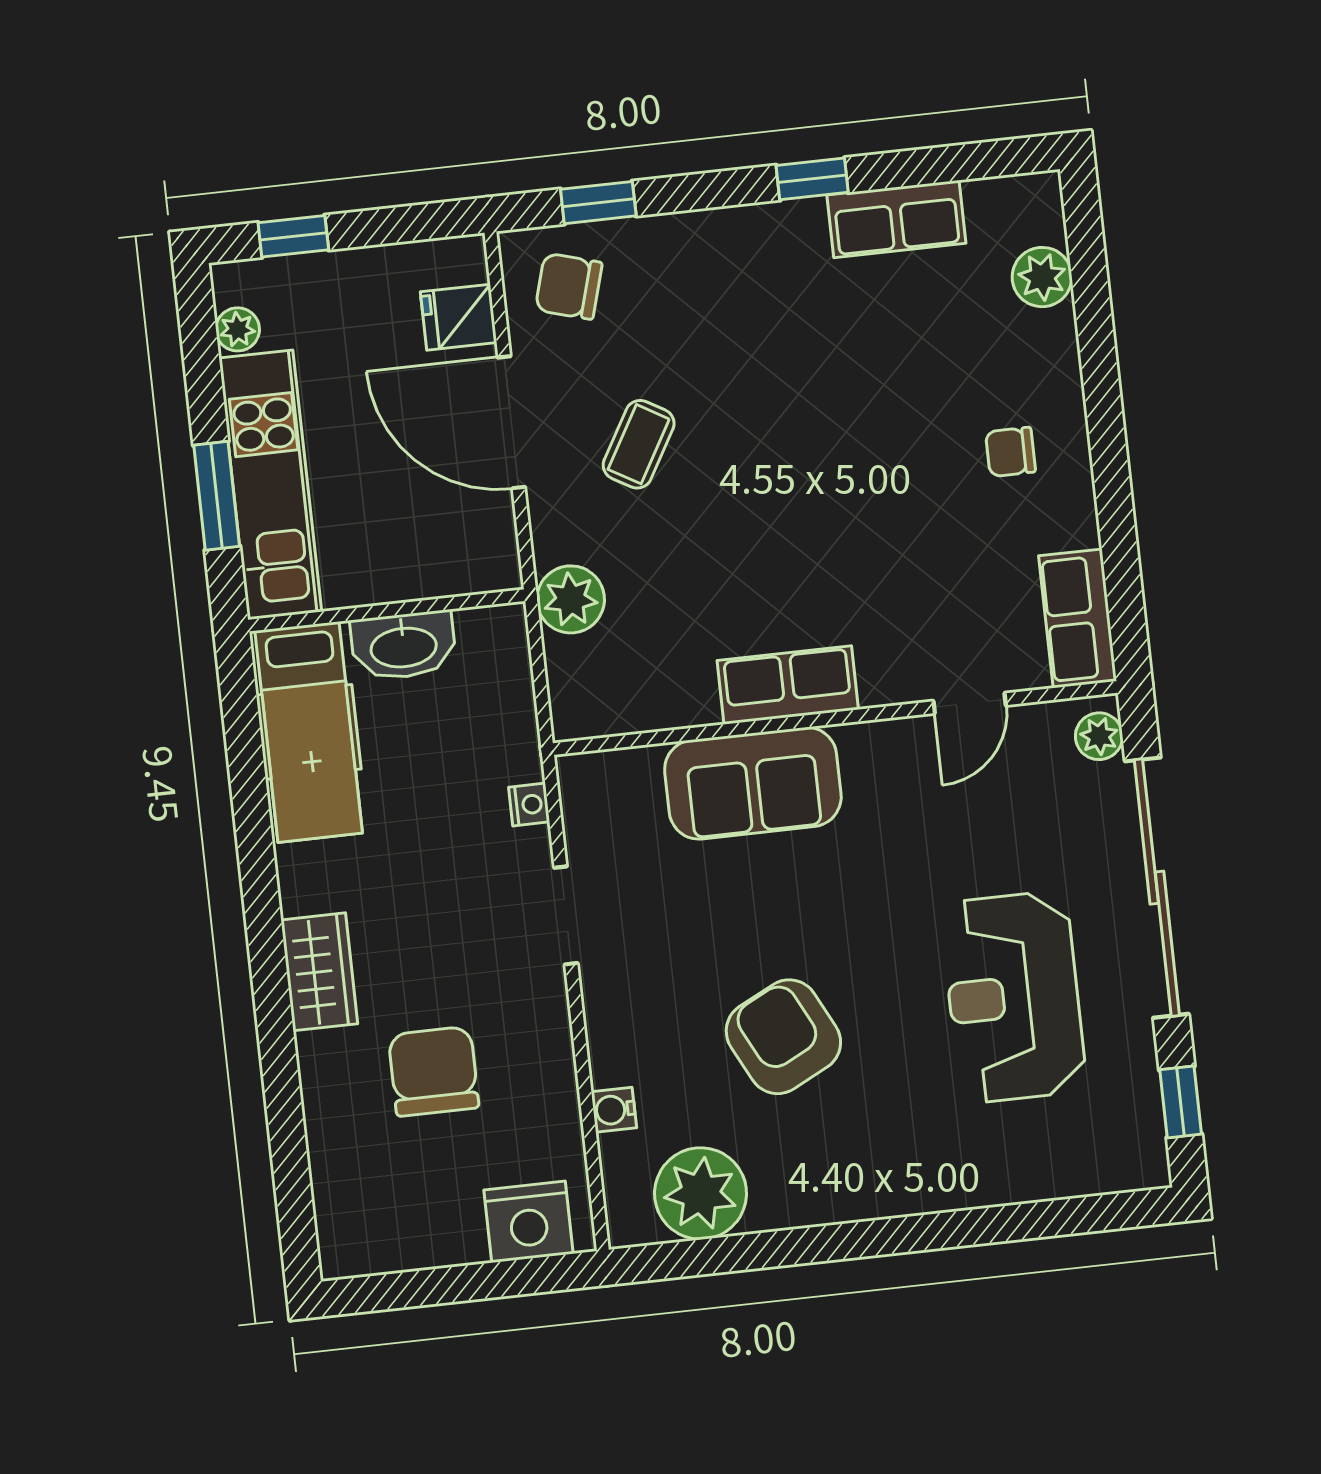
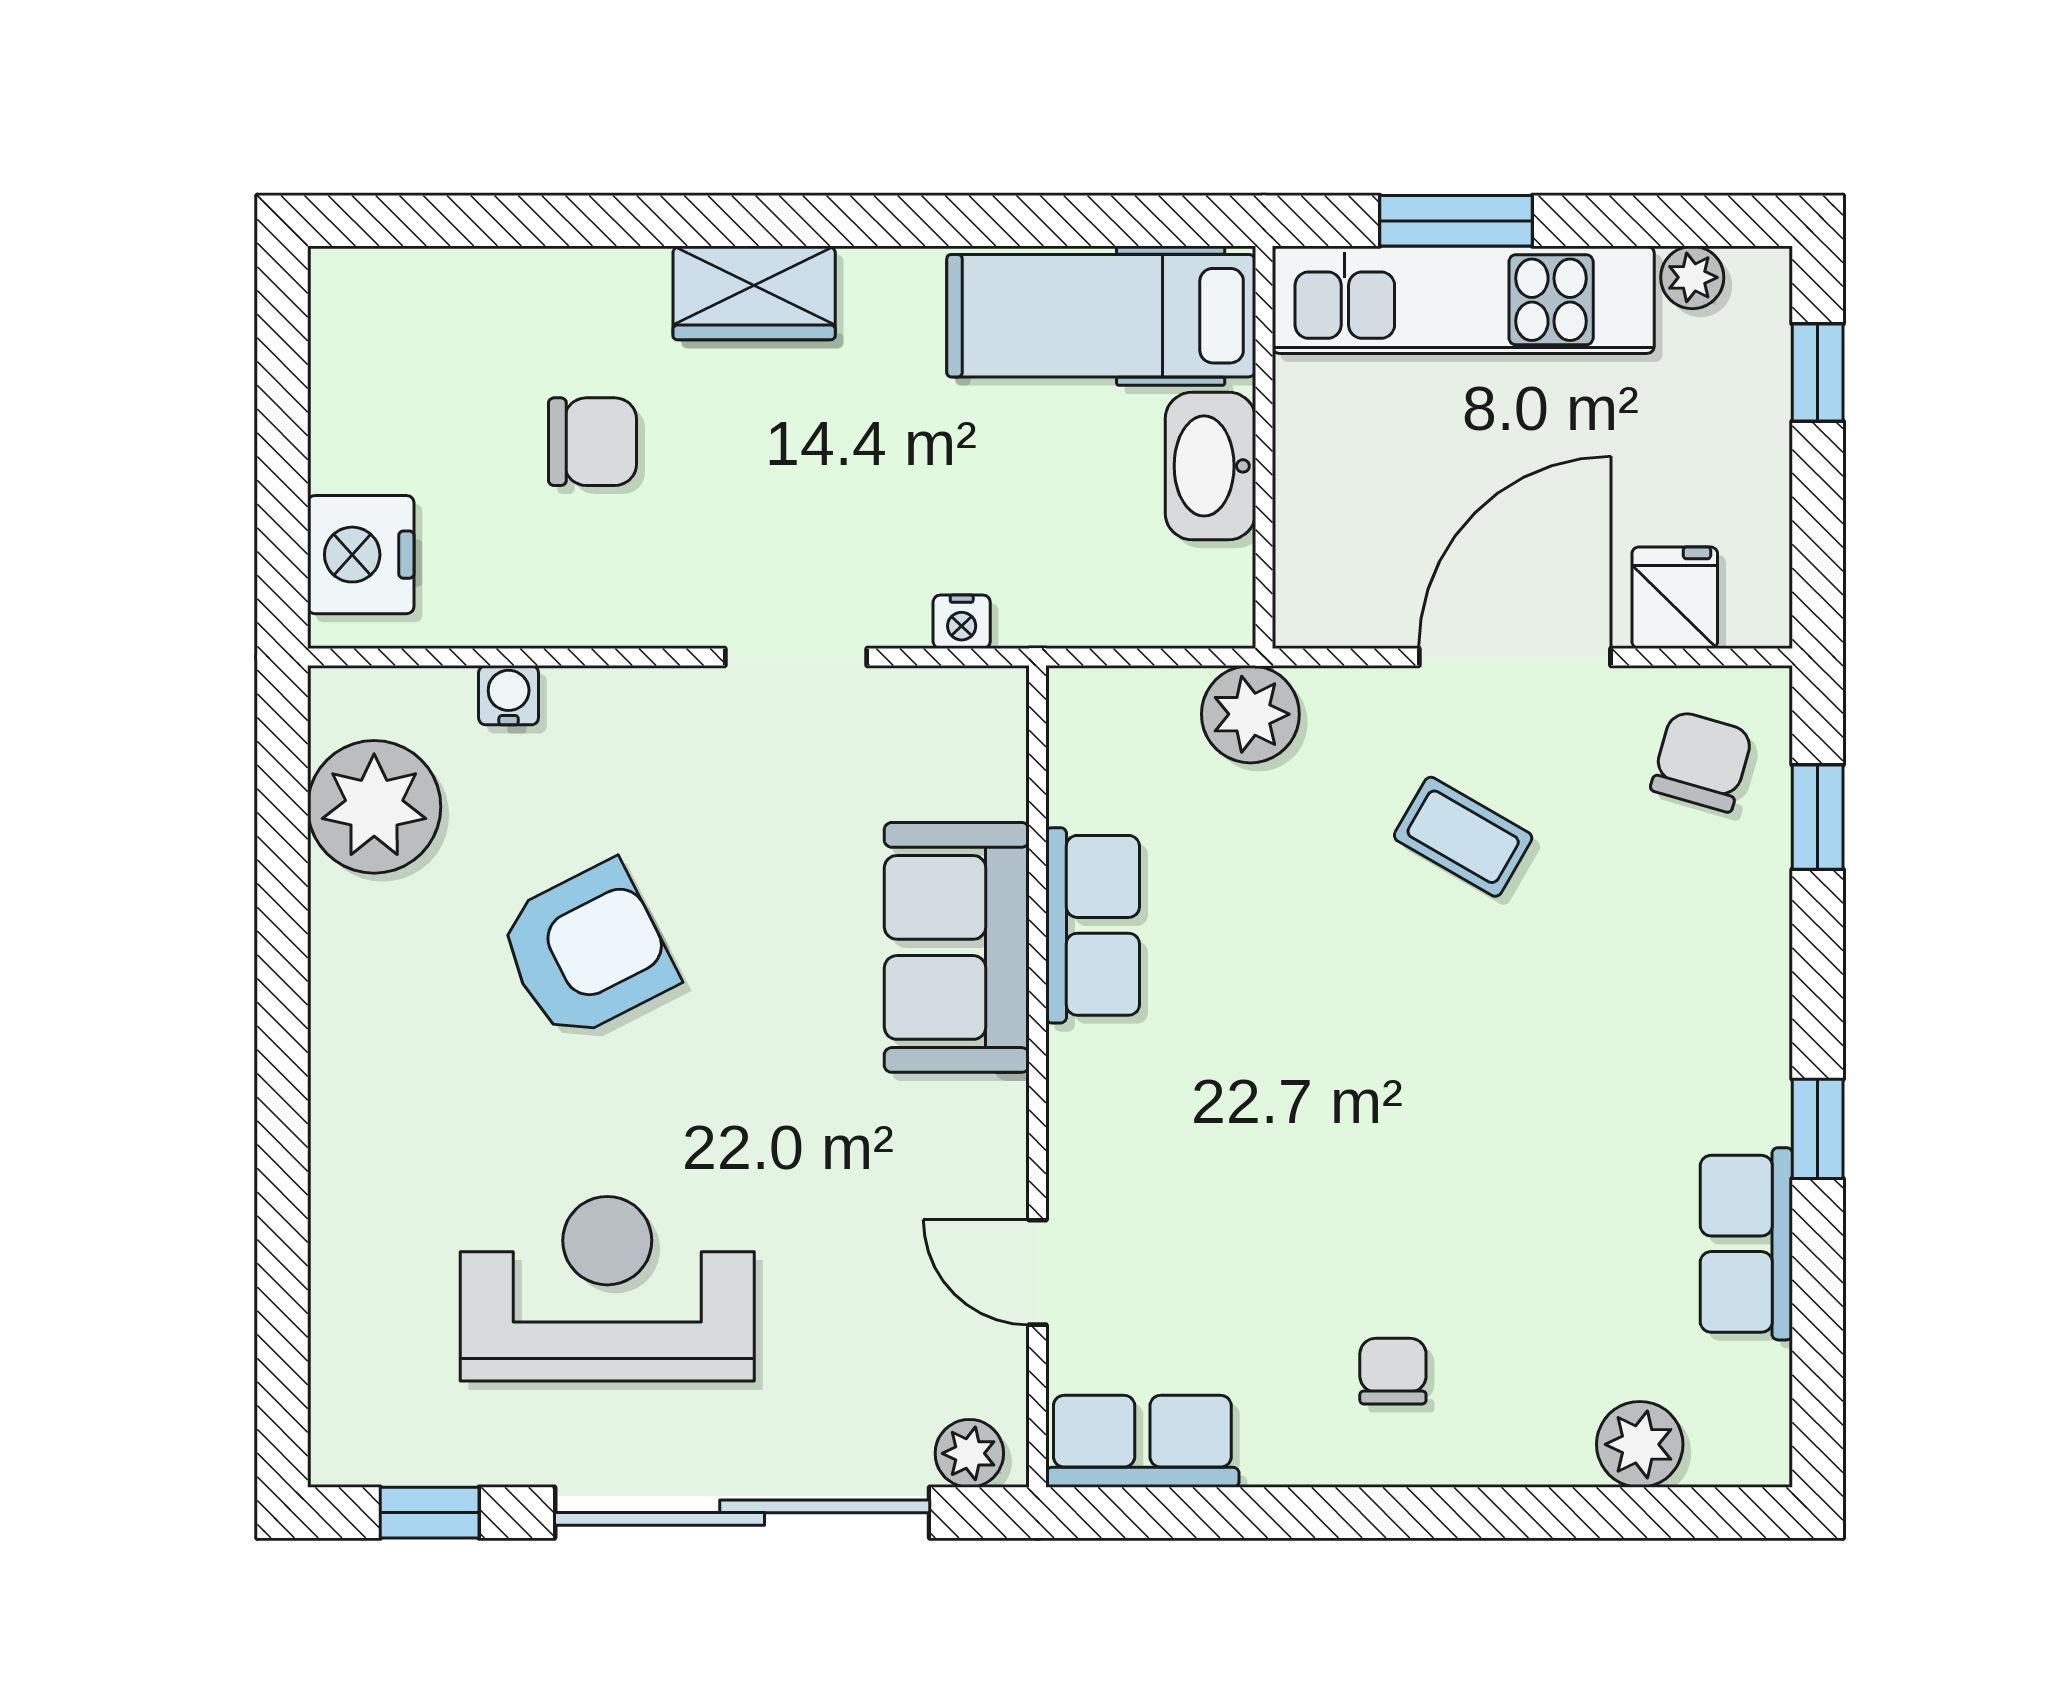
row of seats: (788, 685) -> (1093, 925), moved
chair: (434, 1071) -> (593, 442), width x0.73, depth x0.73

